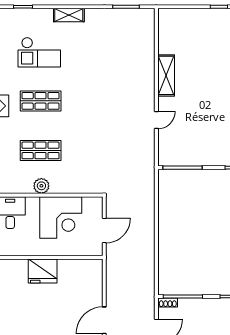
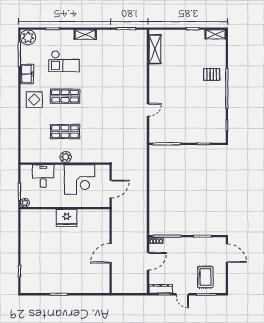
shelving: (166, 75) -> (155, 49), moved

